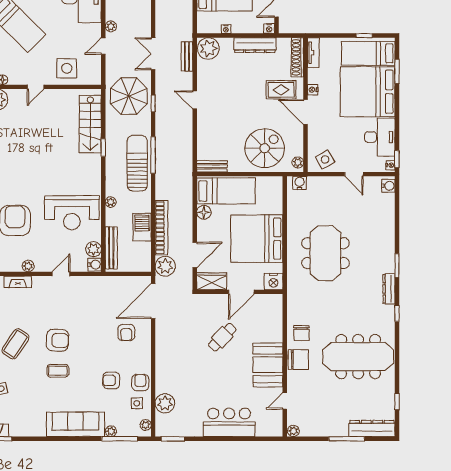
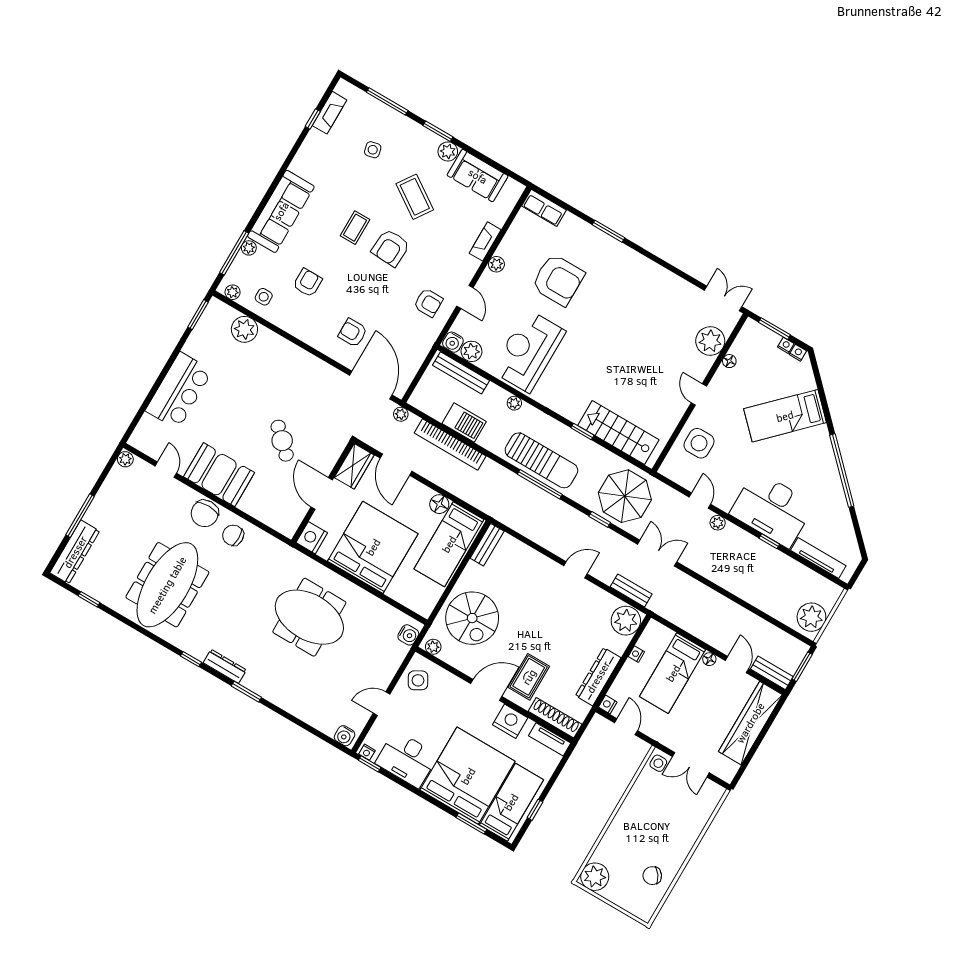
nightstand: (313, 90) -> (510, 721), width x1.89, depth x1.79
plant: (165, 266) -> (401, 414), width x0.53, depth x0.53
armchair: (140, 383) -> (428, 303), moved

